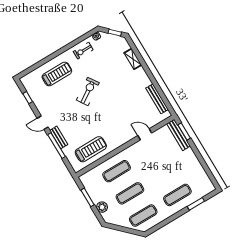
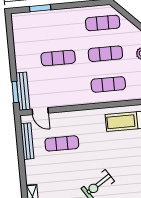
exercise mat: (130, 110) -> (62, 143), added
door: (145, 134) -> (40, 111), moved
exercise mat: (177, 195) -> (58, 58), moved

